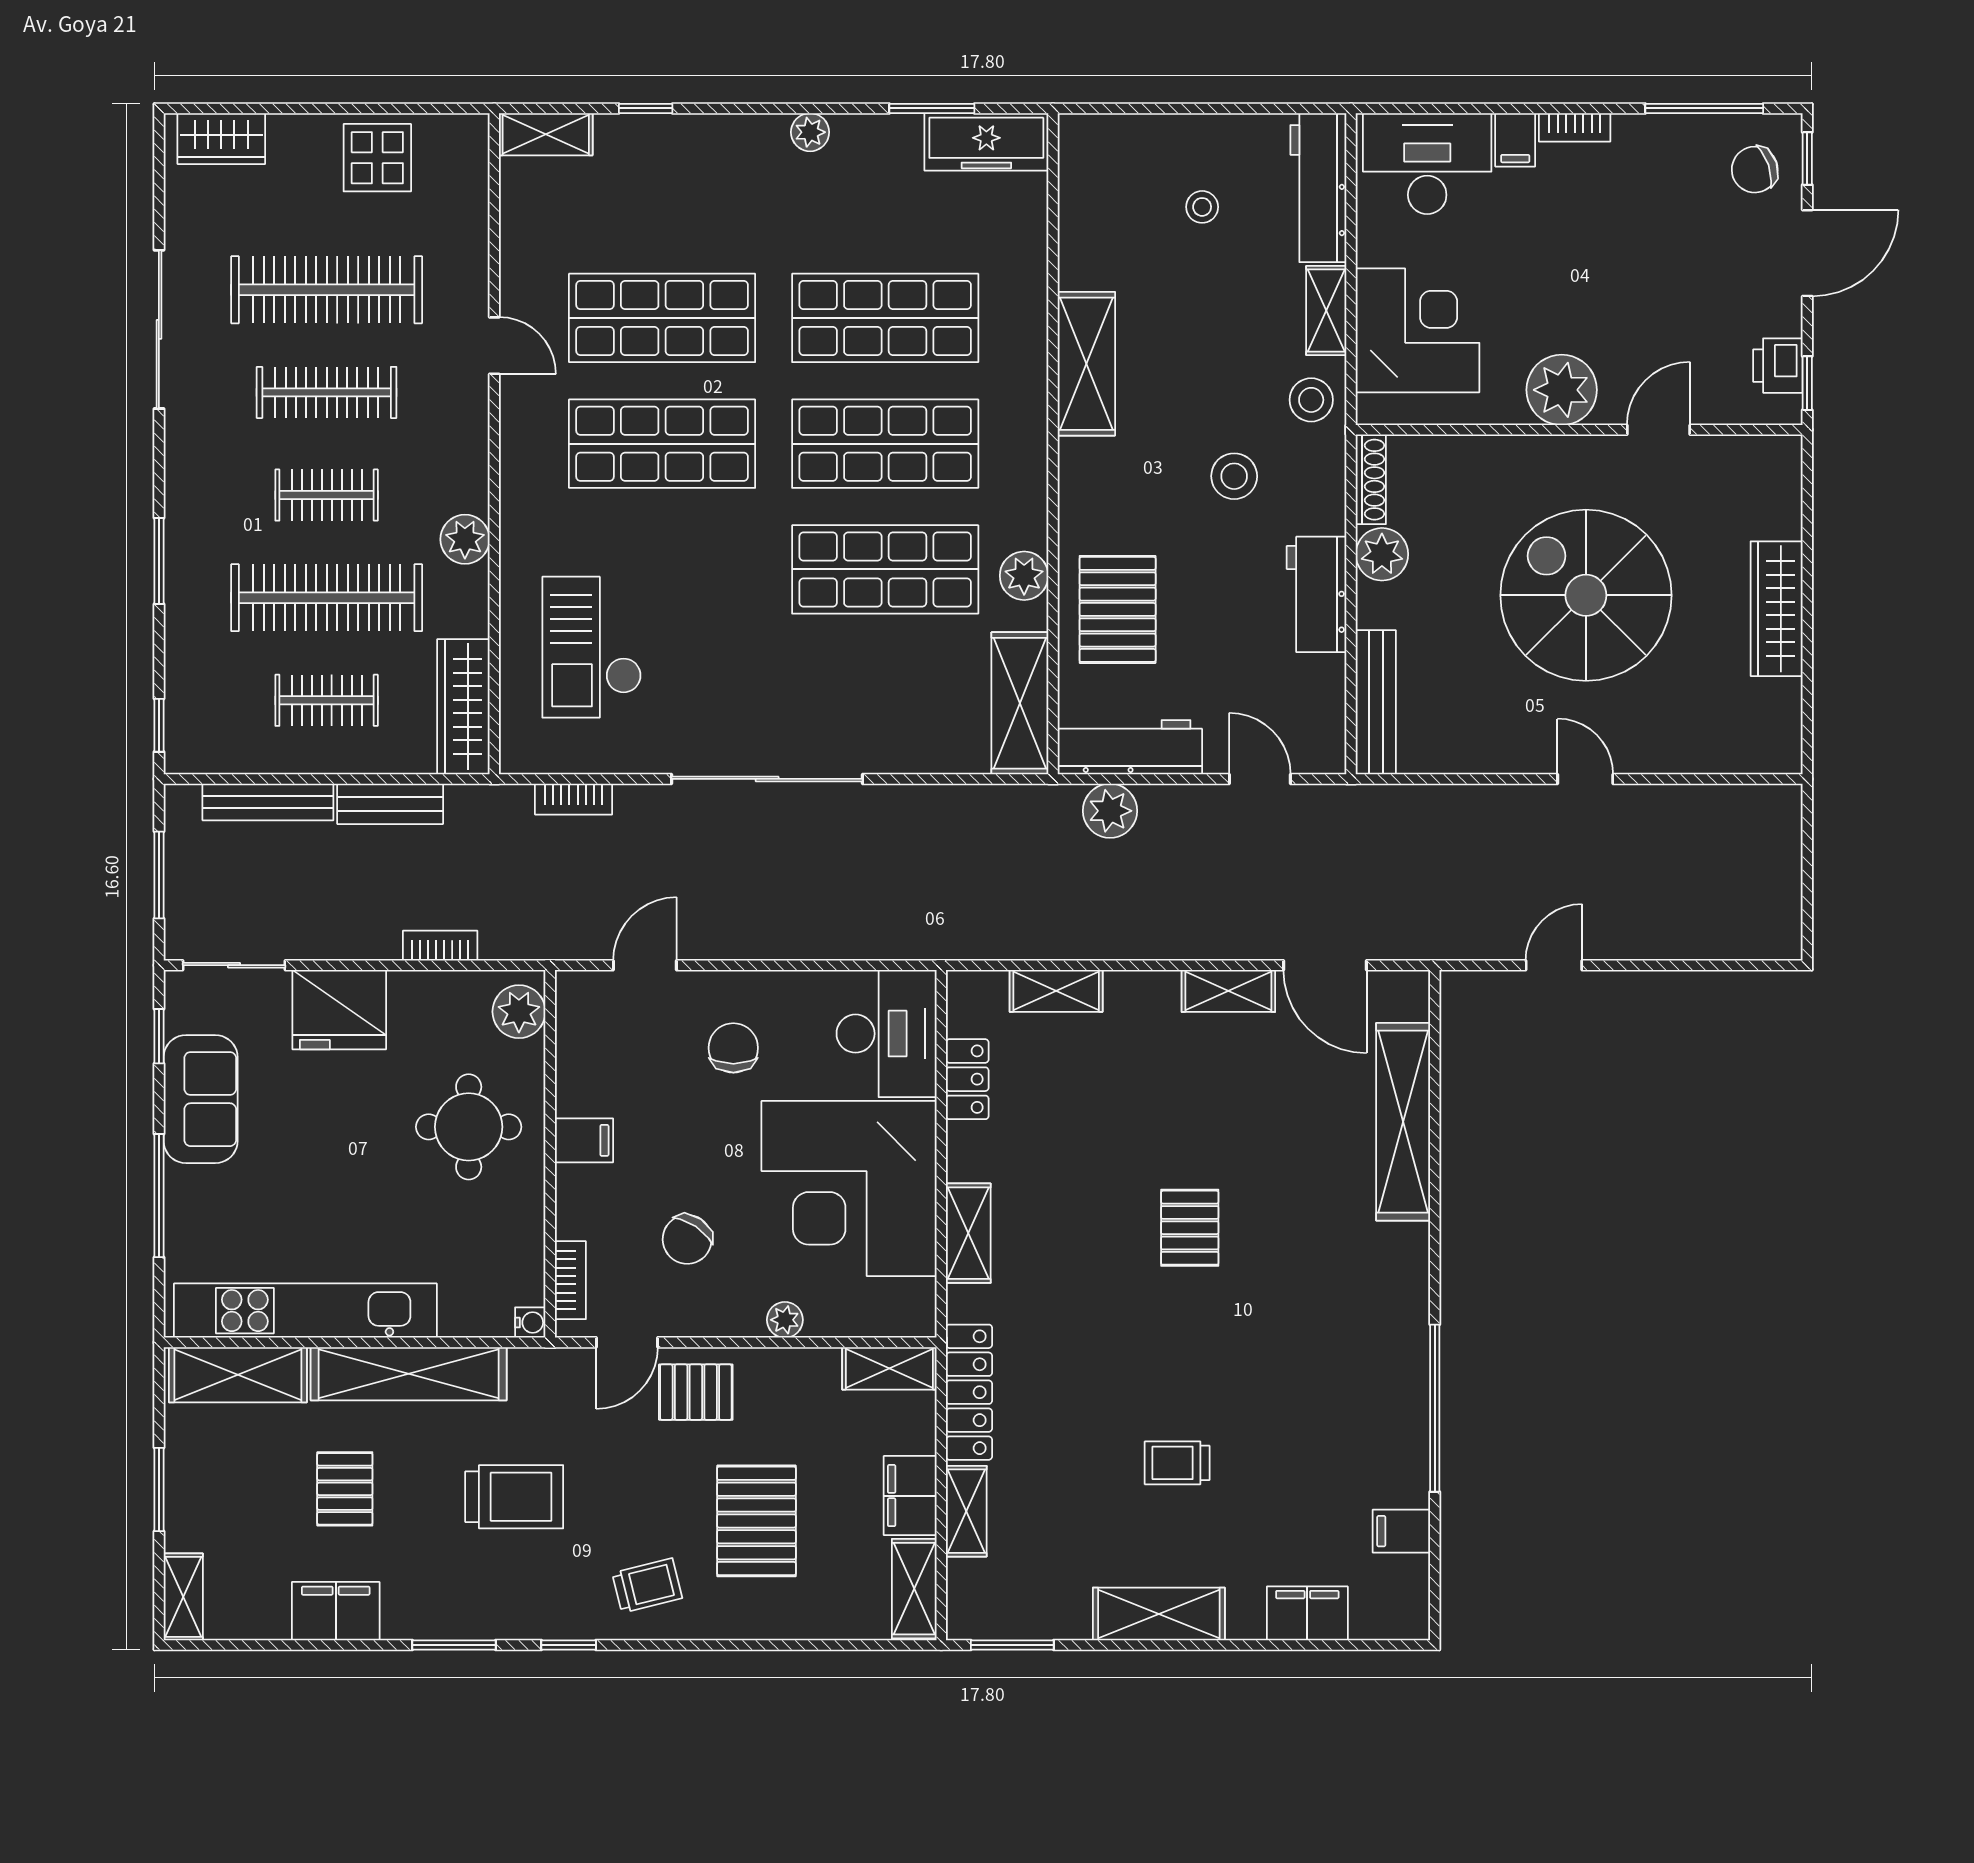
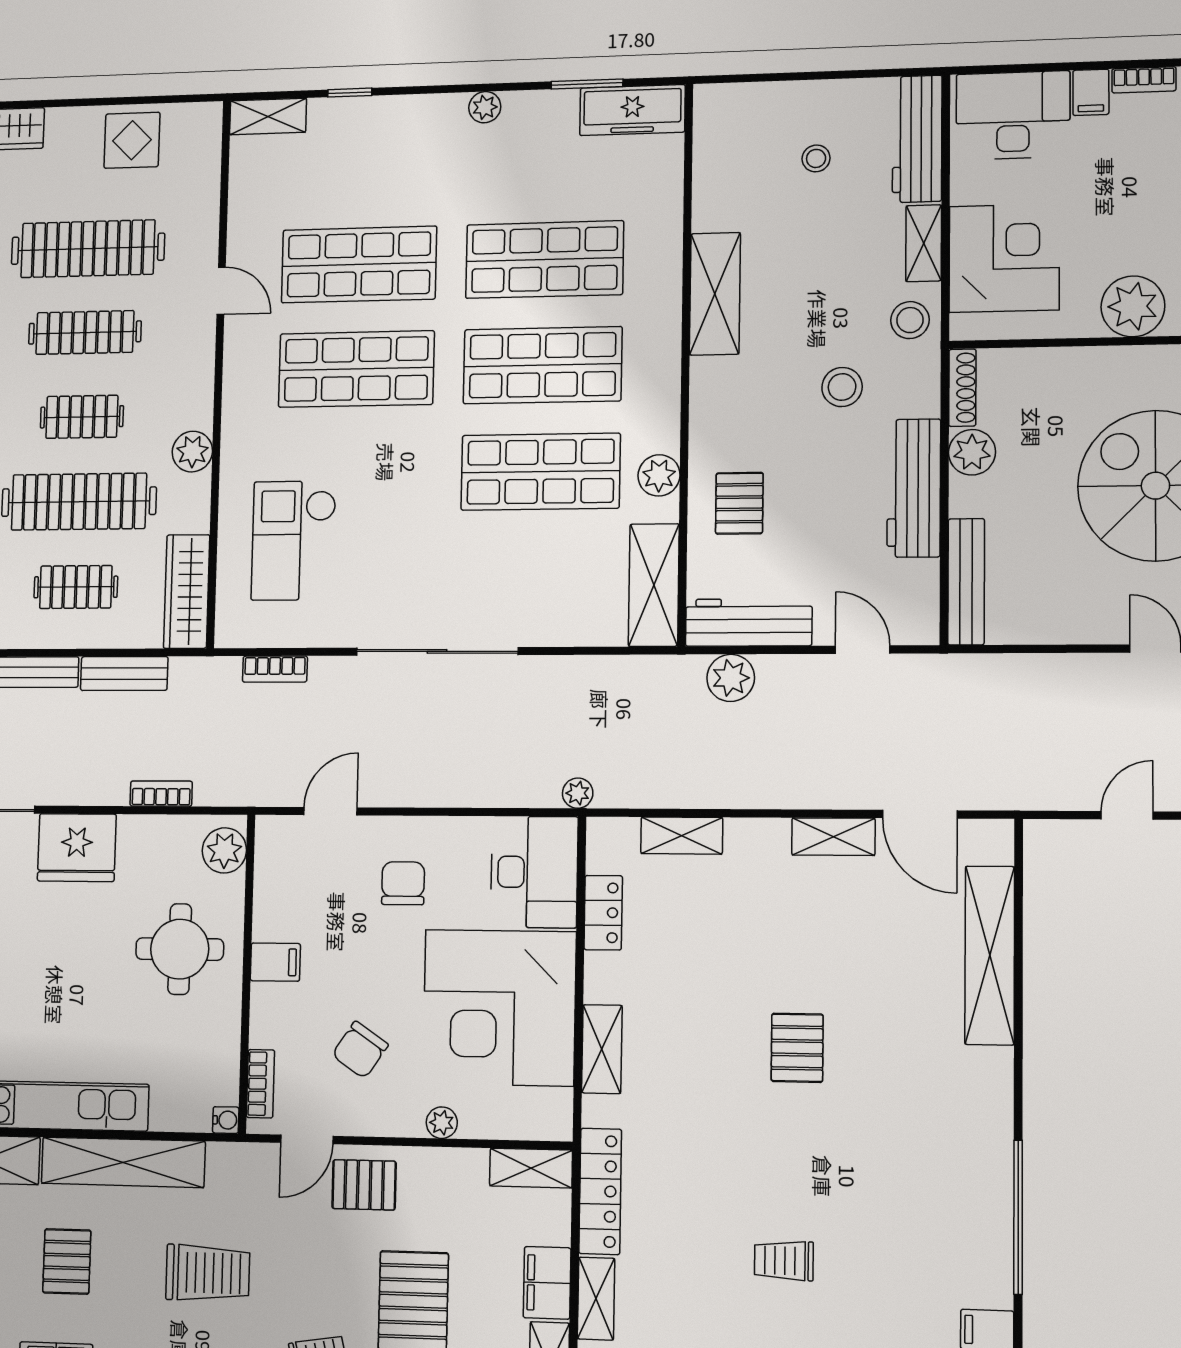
workbench: (1316, 594) -> (914, 488), width x1.37
pallet: (1118, 609) -> (739, 503), width x0.67, depth x0.71
plant: (935, 943) -> (578, 793), added

